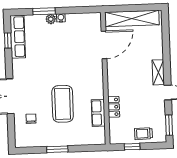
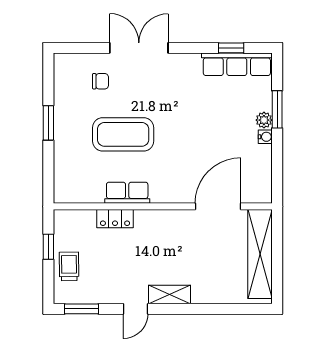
door: (104, 45) -> (218, 206), swing flipped
row of seats: (98, 113) -> (127, 193), moved

